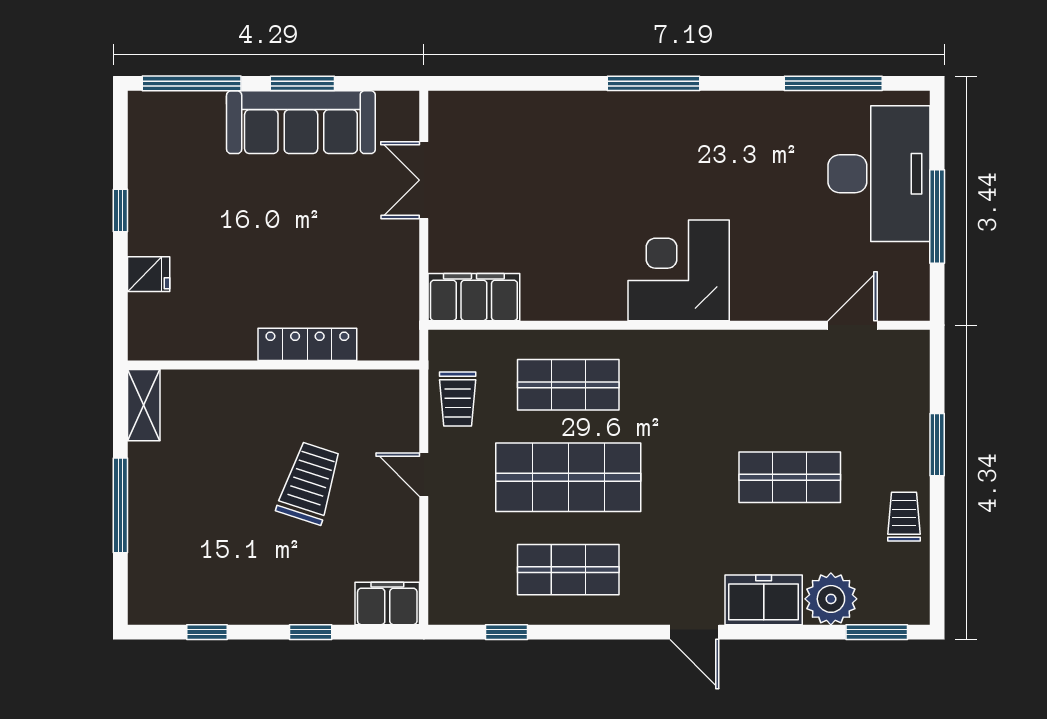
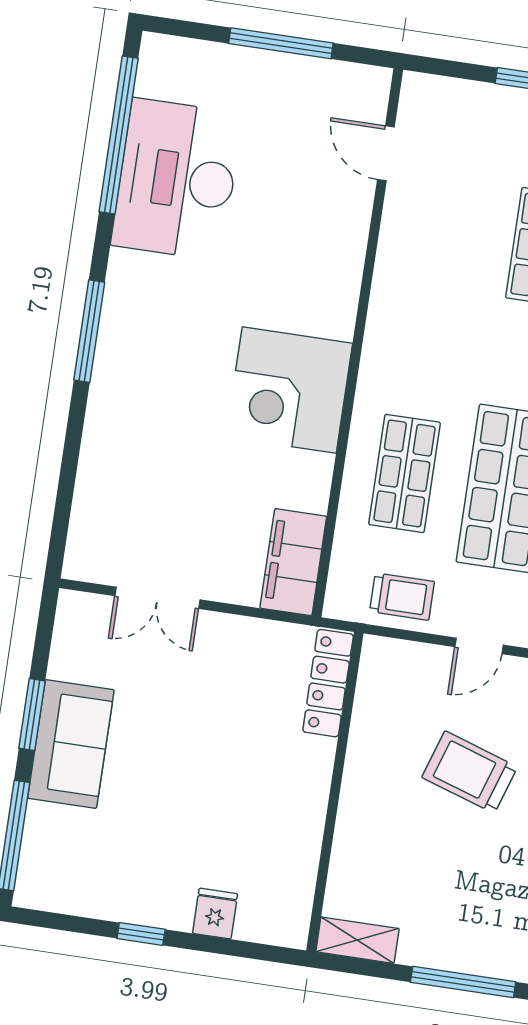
window: (833, 83) -> (119, 135), width x1.46
sofa: (301, 122) -> (71, 744), width x0.73
desk: (879, 174) -> (177, 179), moved, turned -90
corner desk: (679, 270) -> (289, 390), moved
locker: (307, 344) -> (328, 683), moved

